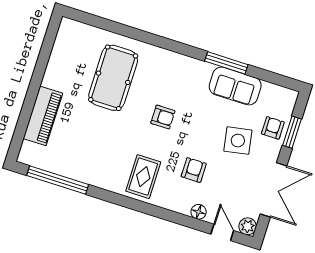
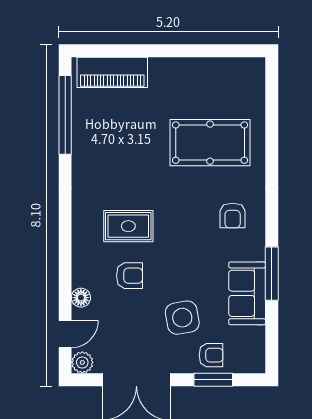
piano: (43, 116) -> (112, 72), moved
armchair: (163, 117) -> (233, 216), moved
rug: (143, 177) -> (128, 226), moved

